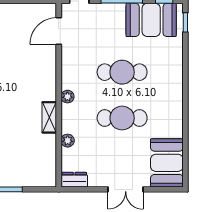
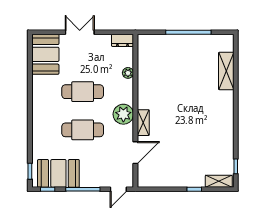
door: (59, 31) -> (135, 153), moved
plant: (67, 97) -> (123, 114), width x1.88, depth x1.88
shelving: (49, 117) -> (143, 123), moved

